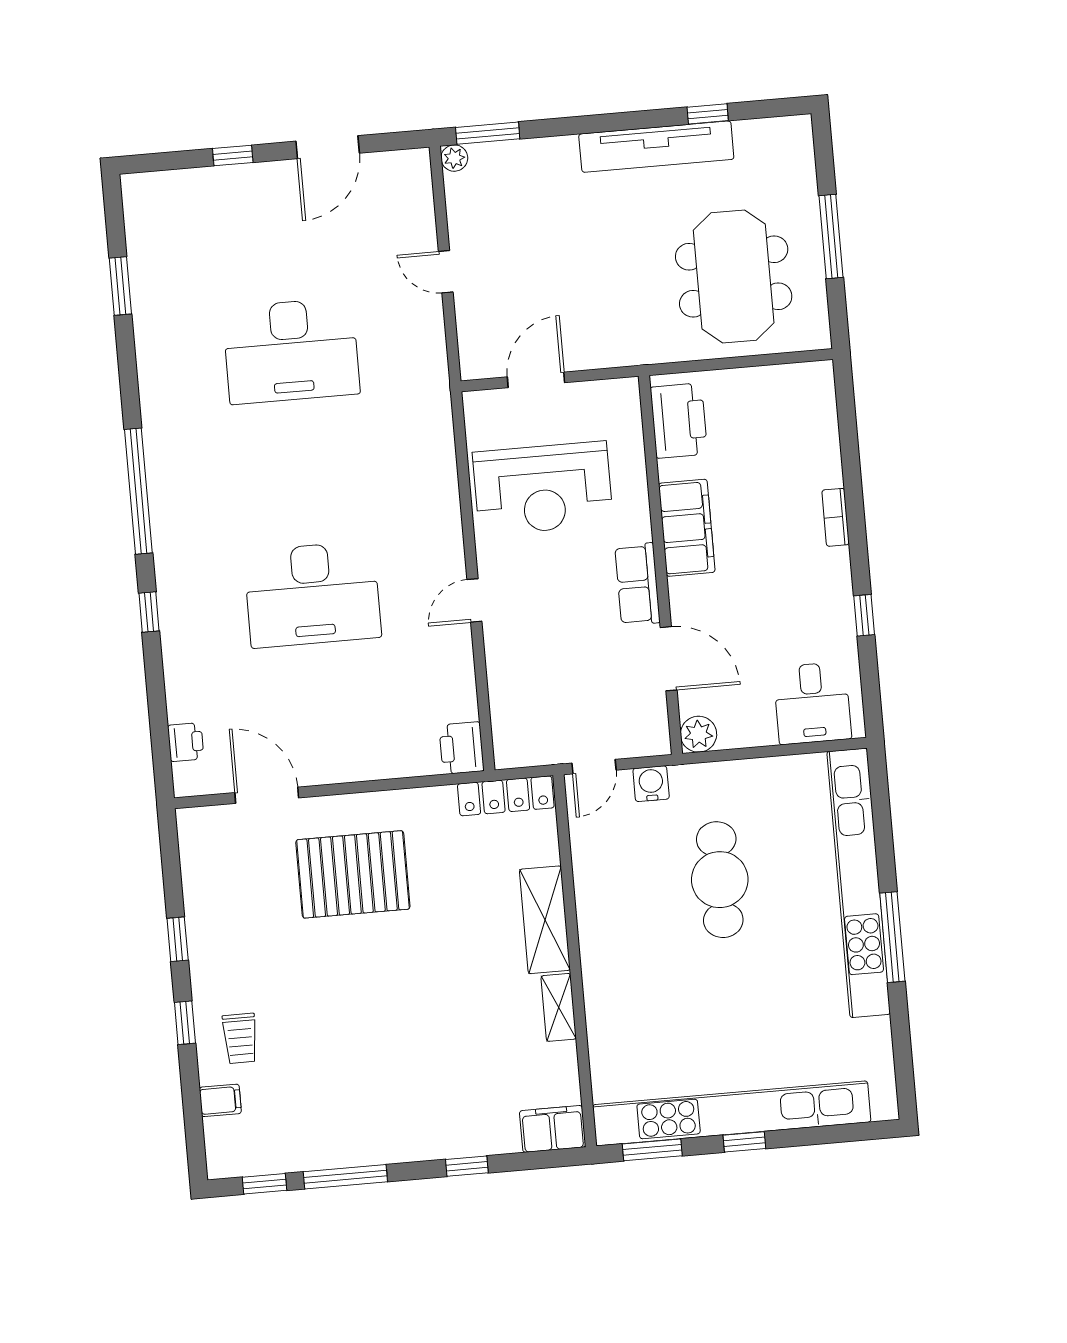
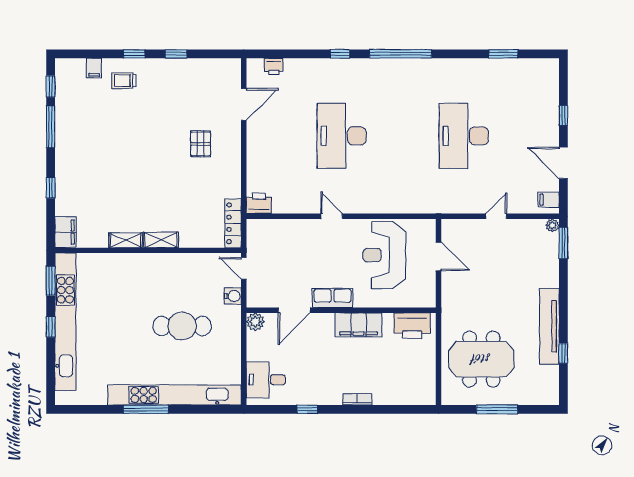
filing cabinet: (404, 170) -> (549, 200), added
pallet: (353, 874) -> (201, 144), width x0.49, depth x0.50
shelving: (545, 920) -> (161, 240), width x0.67, depth x0.75

